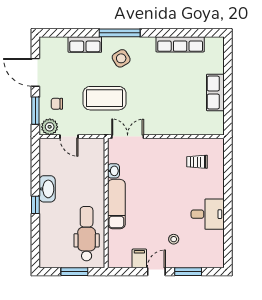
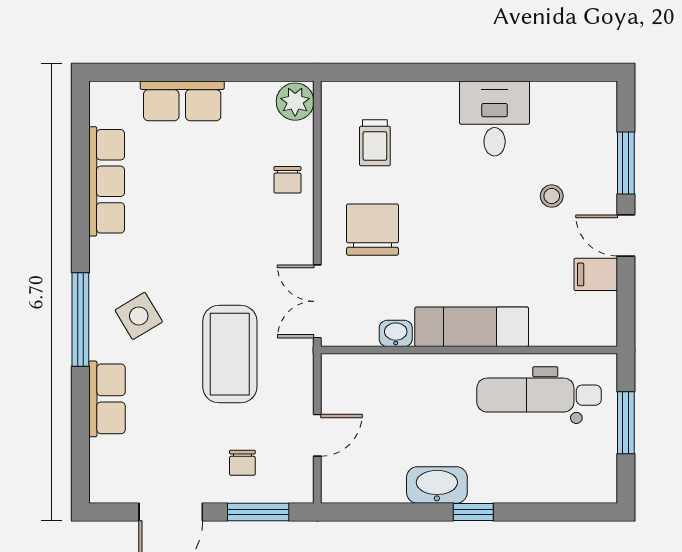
row of seats: (215, 92) -> (182, 101), moved
chair: (181, 123) -> (287, 180), added
plant: (50, 127) -> (295, 102), moved
chair: (159, 161) -> (372, 230), added

